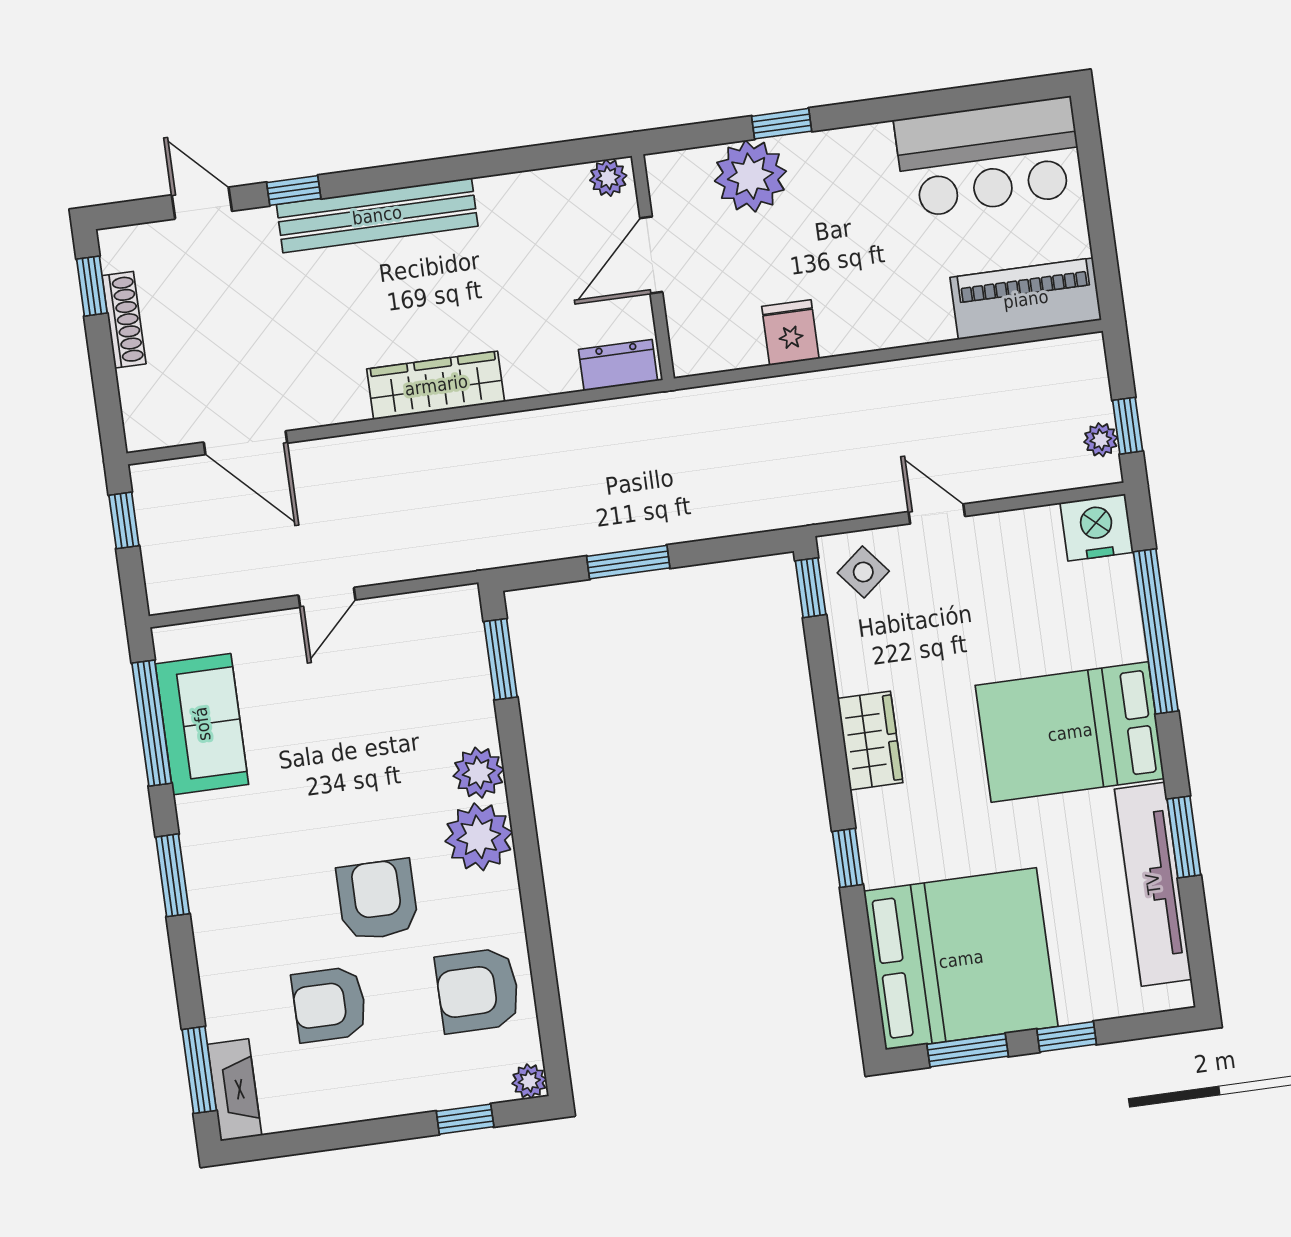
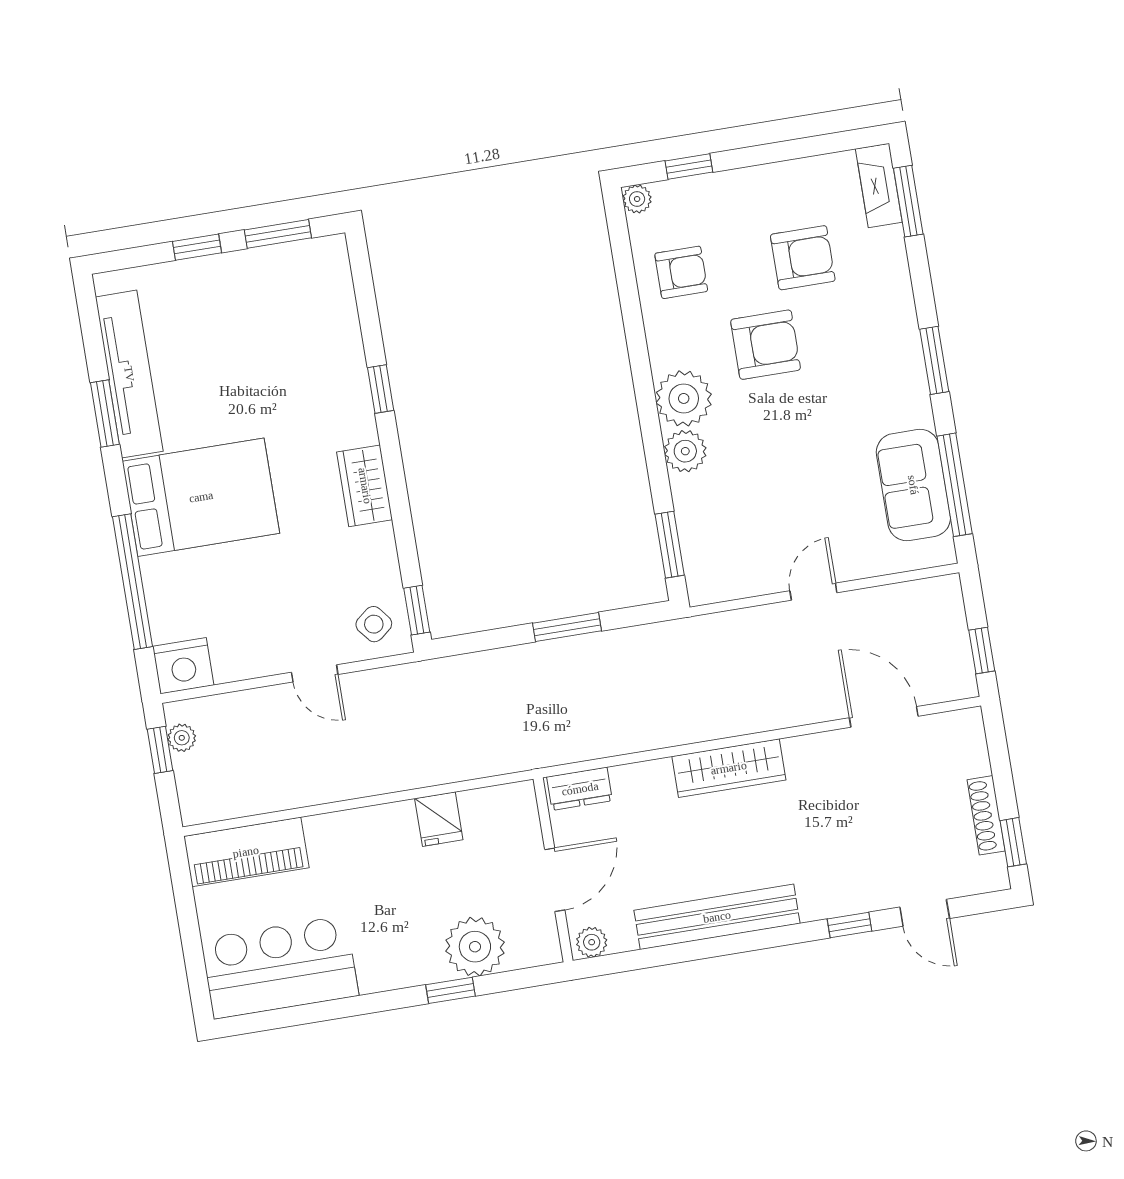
bench: (377, 215) -> (717, 917), moved
armchair: (377, 900) -> (766, 345), turned -90
bed: (961, 959) -> (285, 309), removed
armchair: (478, 990) -> (681, 272), width x0.72, depth x0.72

